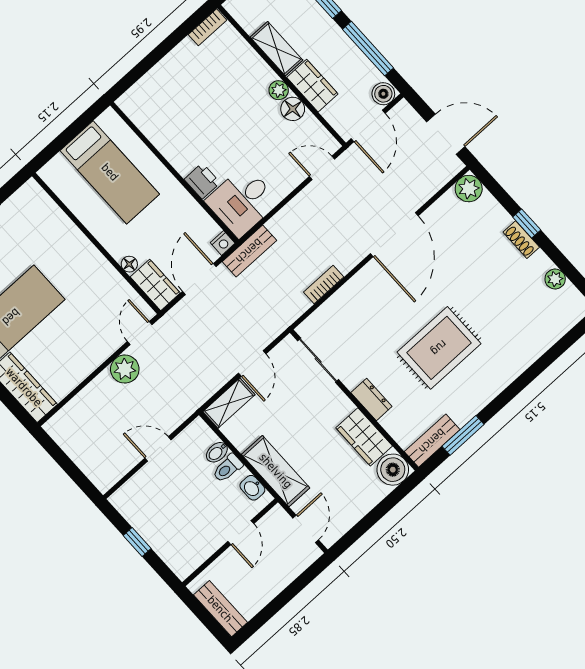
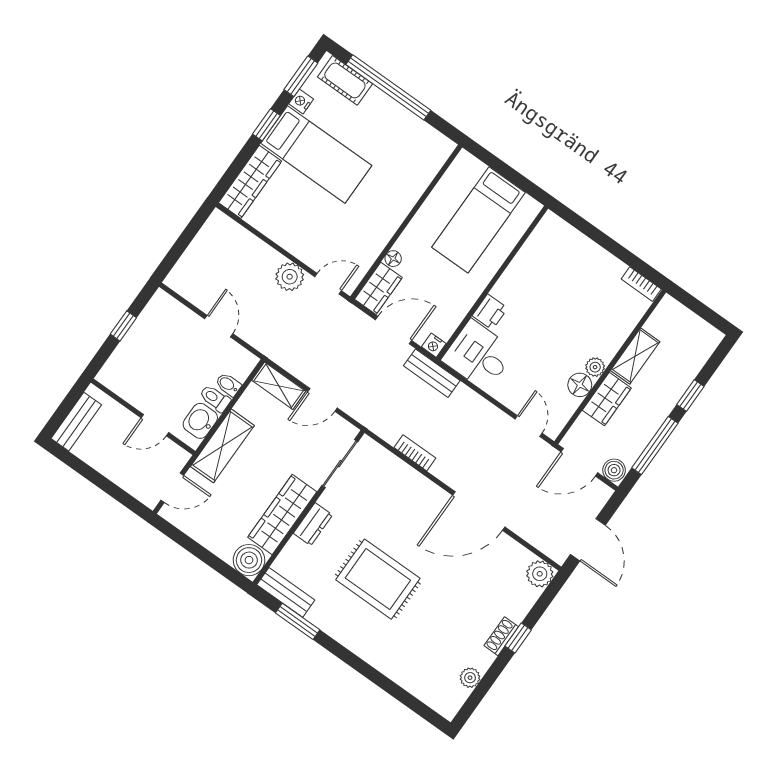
wardrobe: (364, 437) -> (282, 514), width x1.50
washbasin: (252, 488) -> (200, 421), width x1.38, depth x1.45

